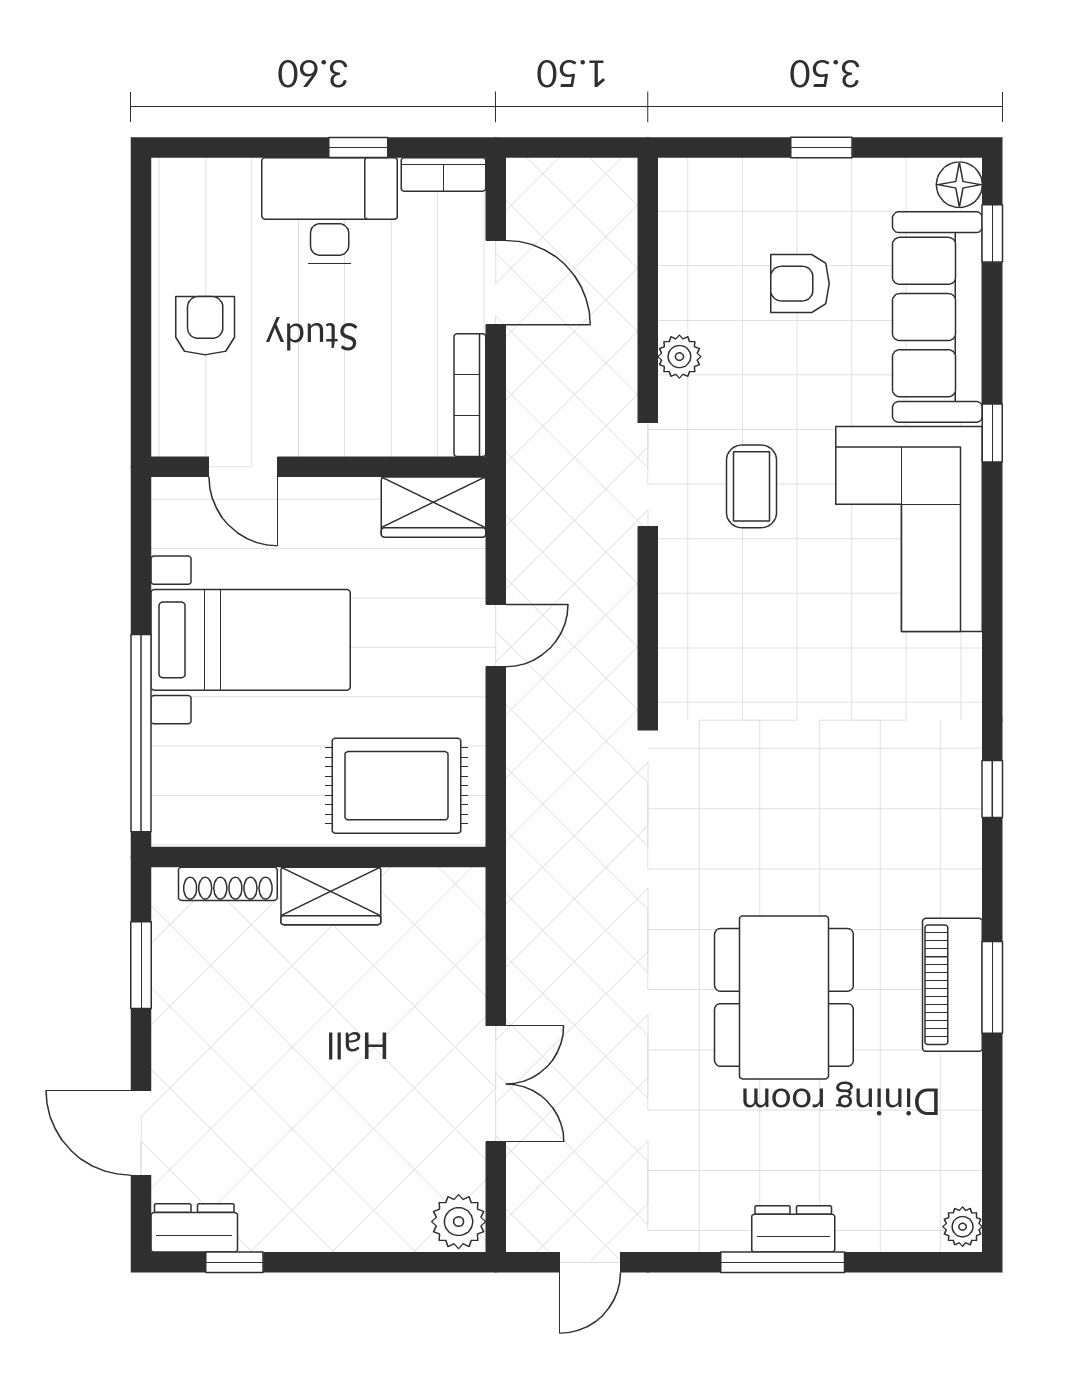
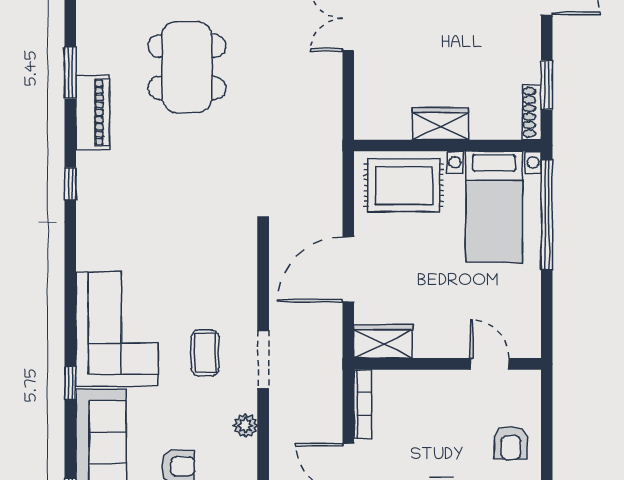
door: (496, 635) -> (348, 269), width x1.87
bed with nightstands: (251, 640) -> (494, 207), moved, turned -90
shoe rack: (228, 884) -> (532, 112), moved, turned -90
piano: (952, 985) -> (93, 112), moved

